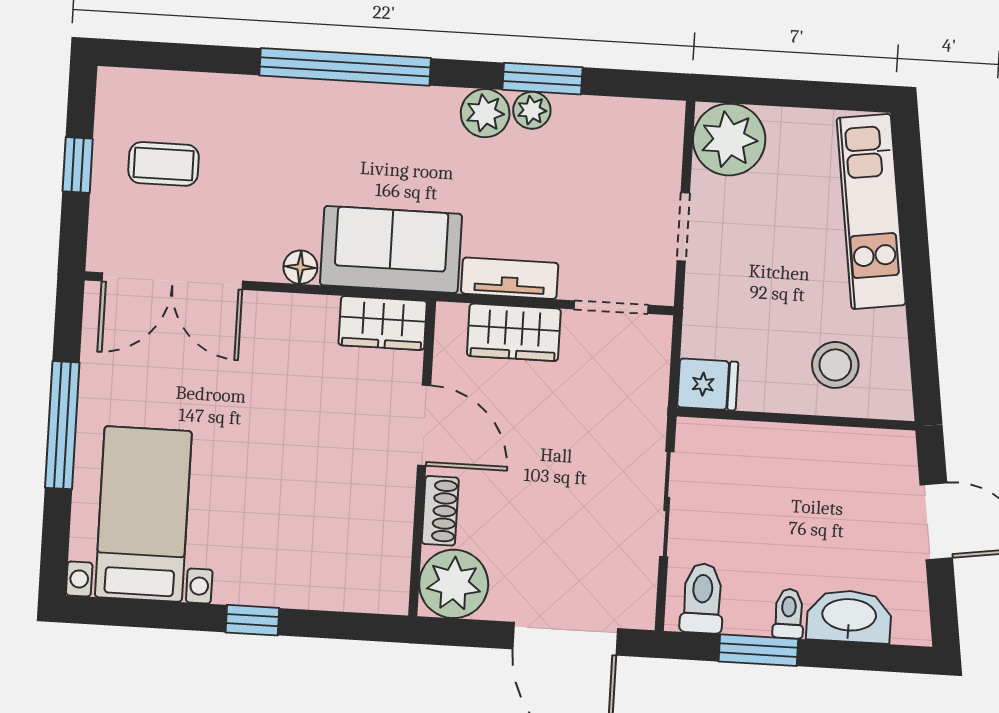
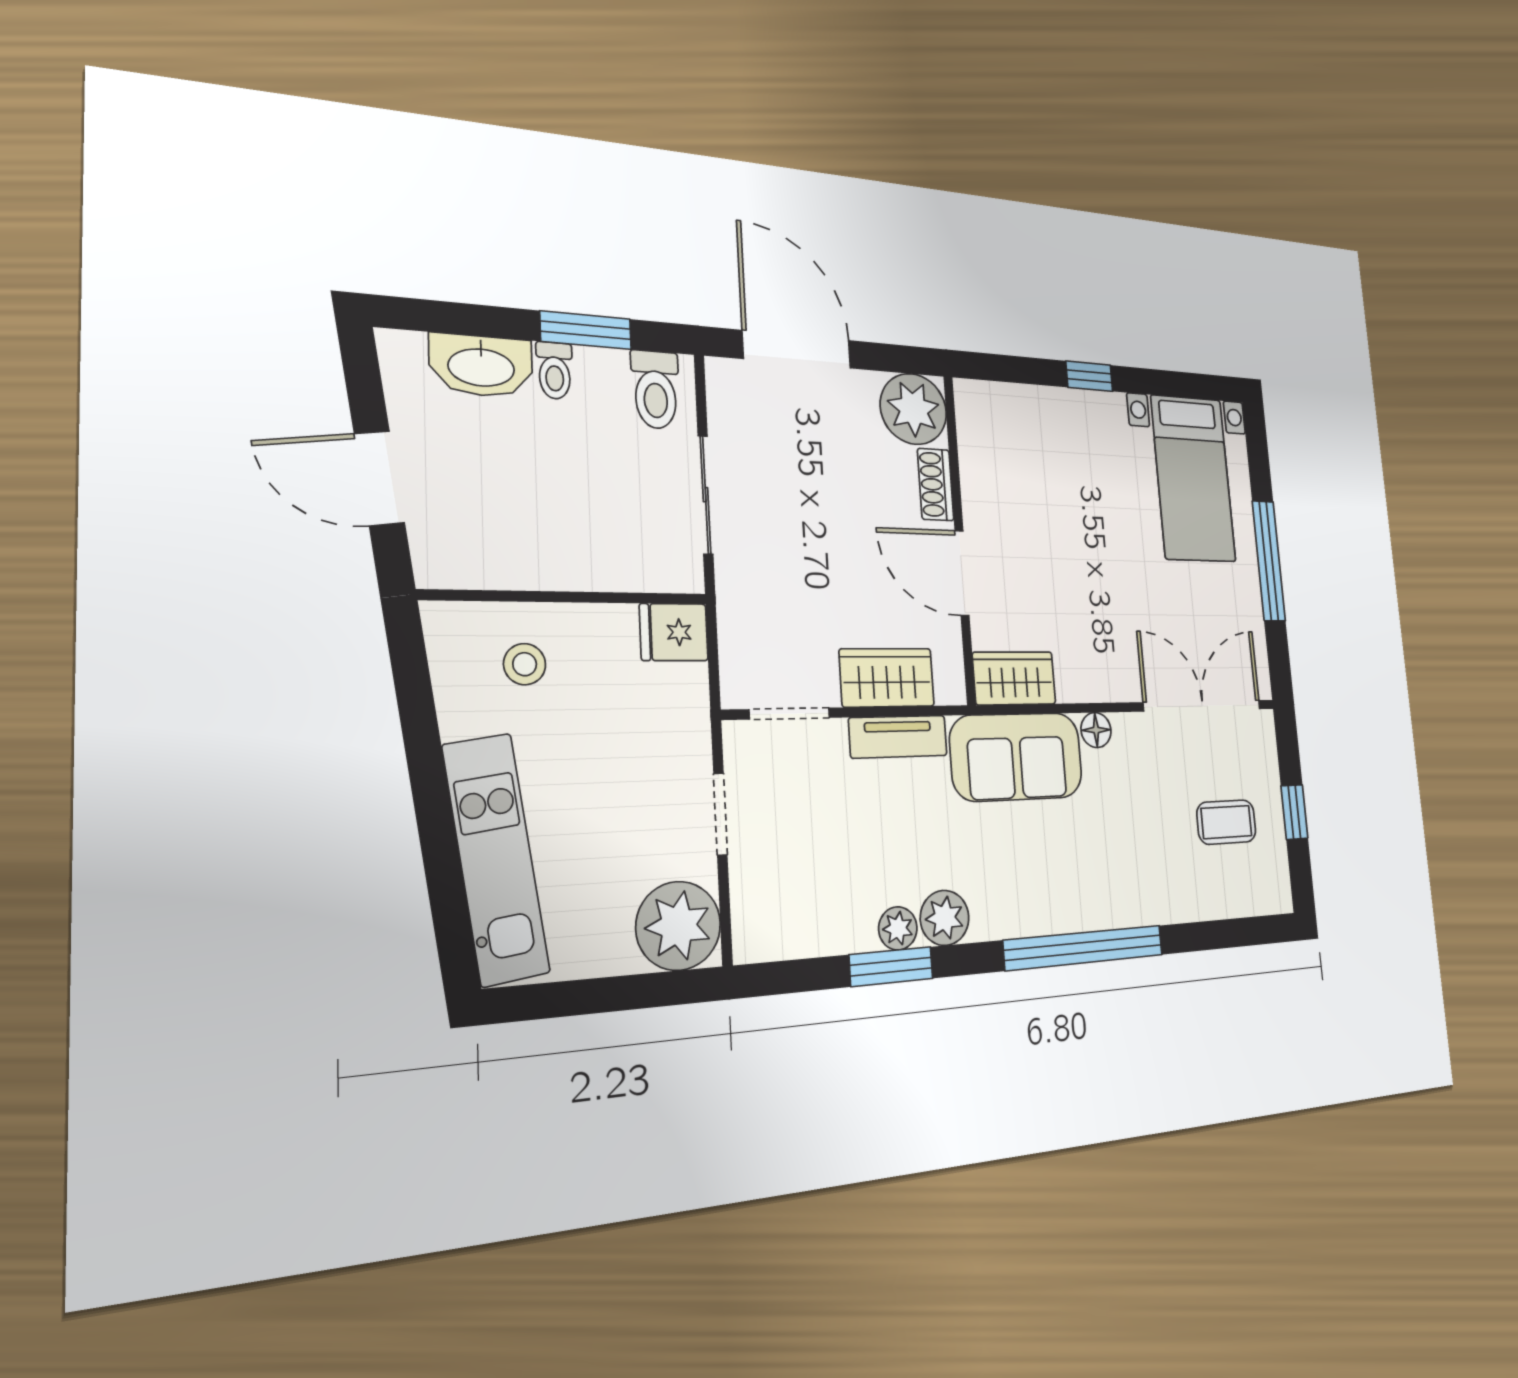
stool: (835, 365) -> (525, 664), width x0.73, depth x0.73

